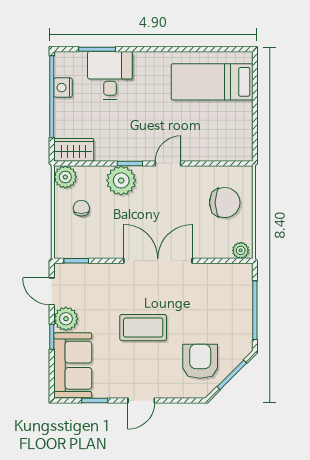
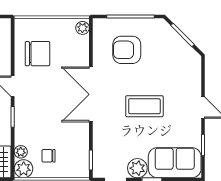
plant: (121, 180) -> (21, 152), moved, width x0.53, depth x0.53
chair: (225, 203) -> (38, 54), moved, turned 90
coffee table: (143, 328) -> (144, 106), turned 90
armchair: (200, 361) -> (127, 50), moved

